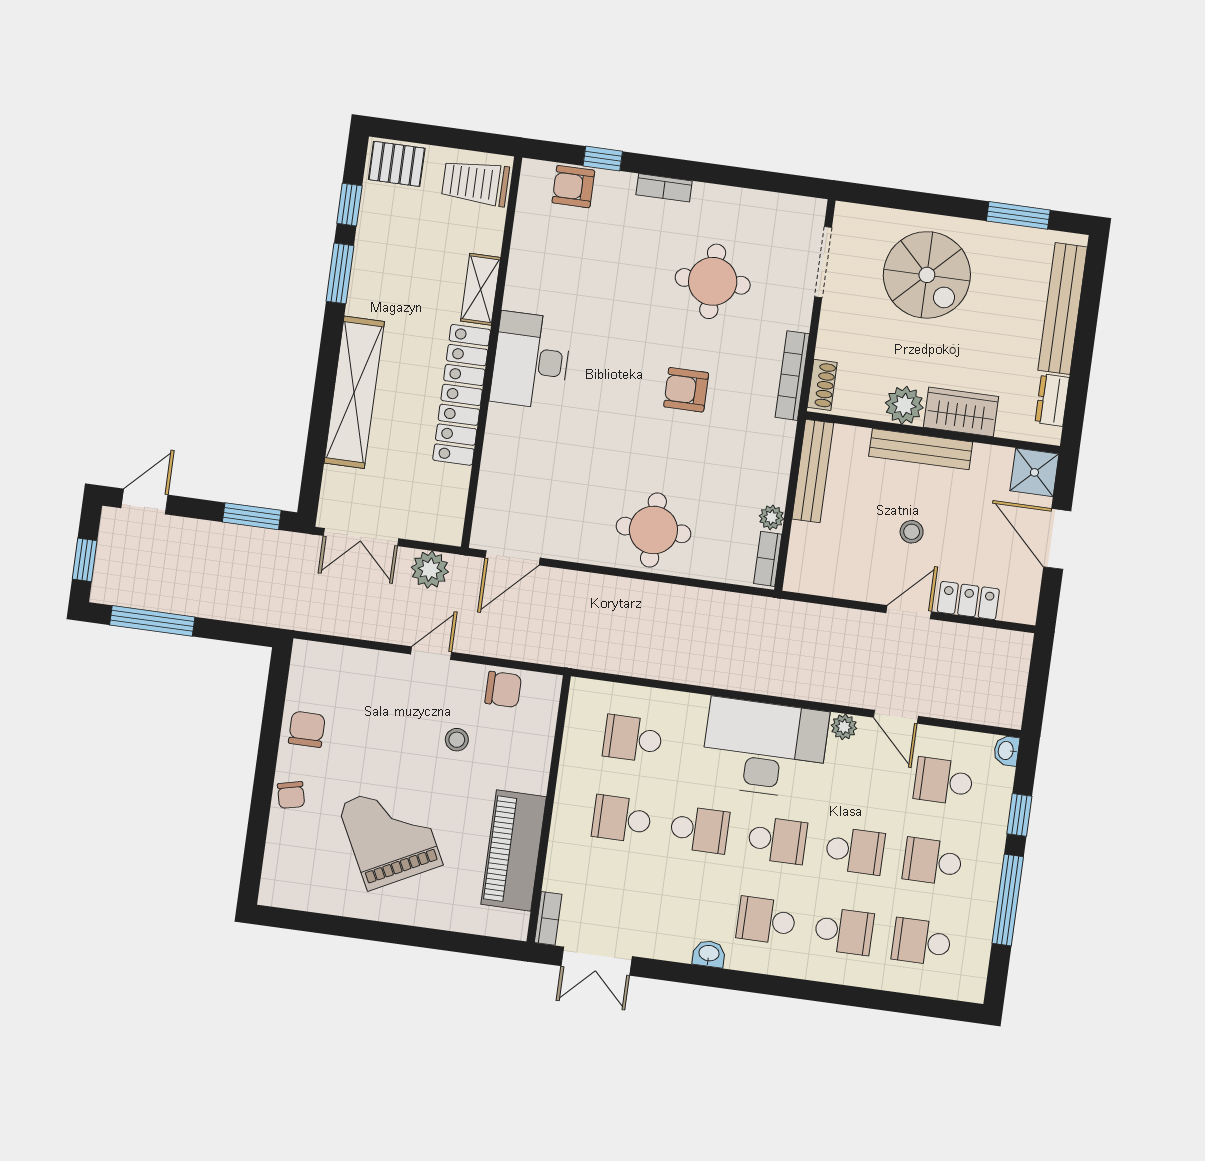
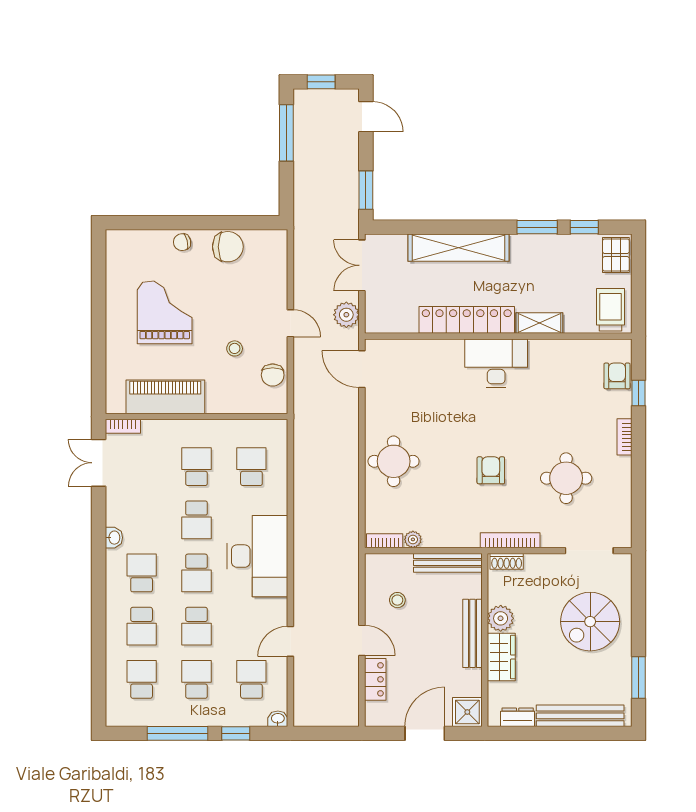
stool: (912, 532) -> (397, 600), moved
plant: (844, 727) -> (279, 607), removed
chair: (307, 729) -> (228, 247), width x1.37, depth x1.37
grand piano: (390, 835) -> (165, 312), turned -63

